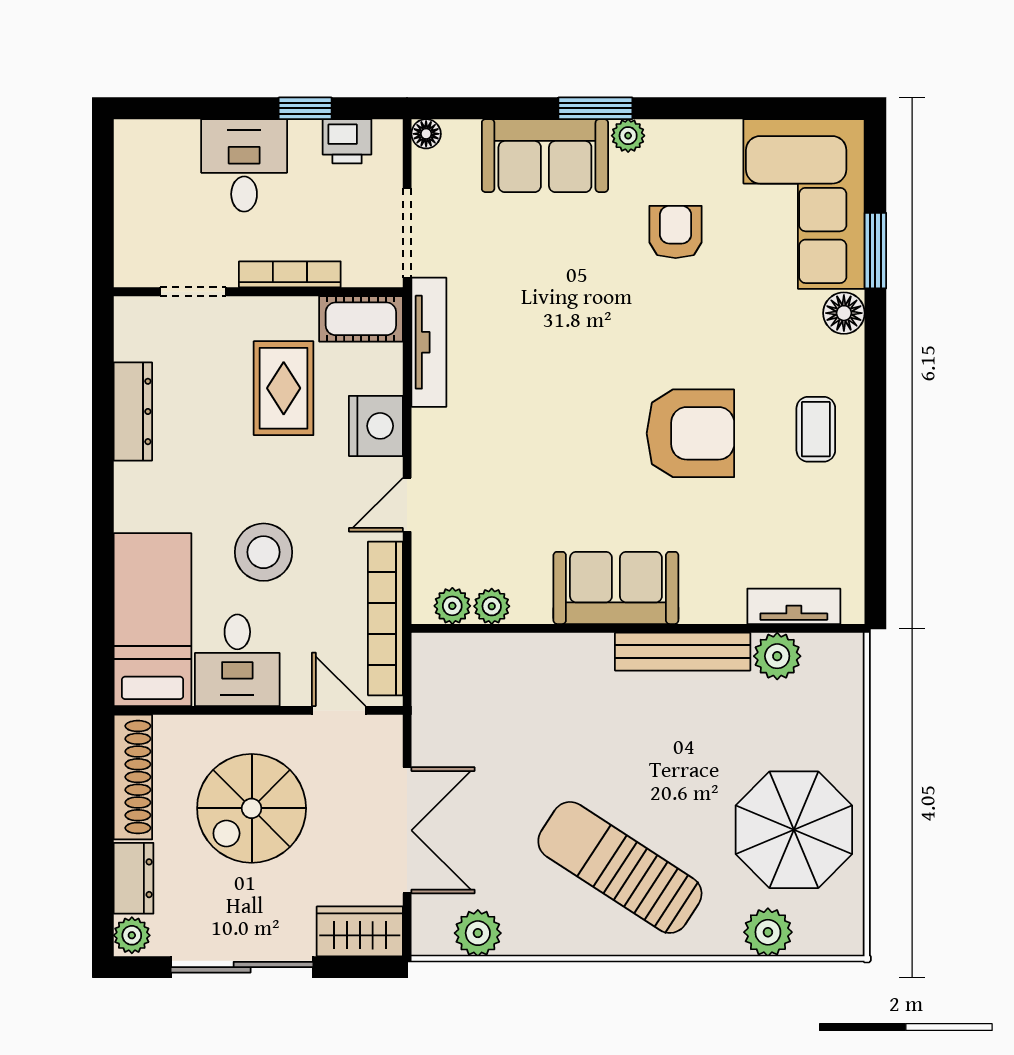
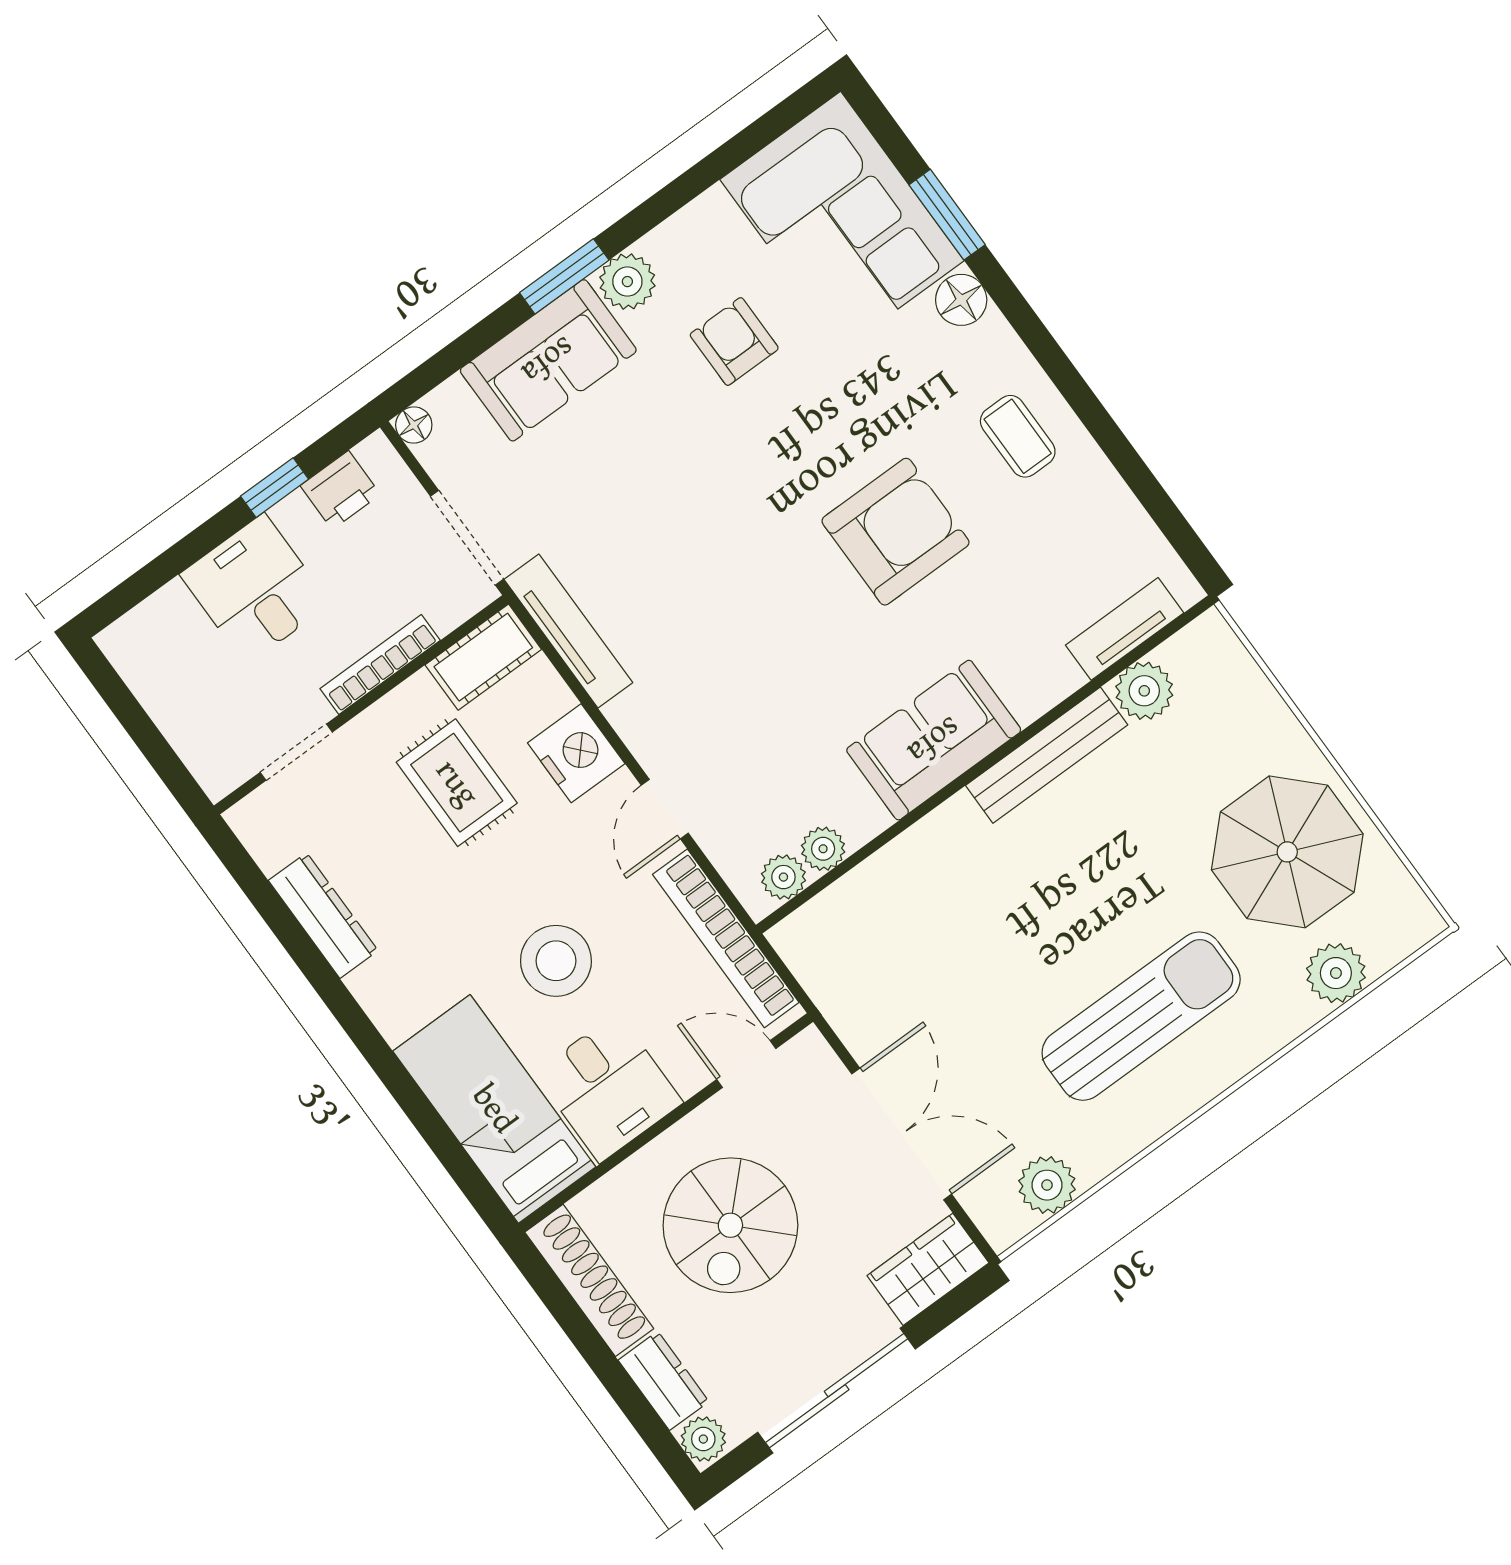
plant: (628, 136) -> (627, 282), width x1.38, depth x1.38
sun lounger: (620, 867) -> (1141, 1016), turned 147

